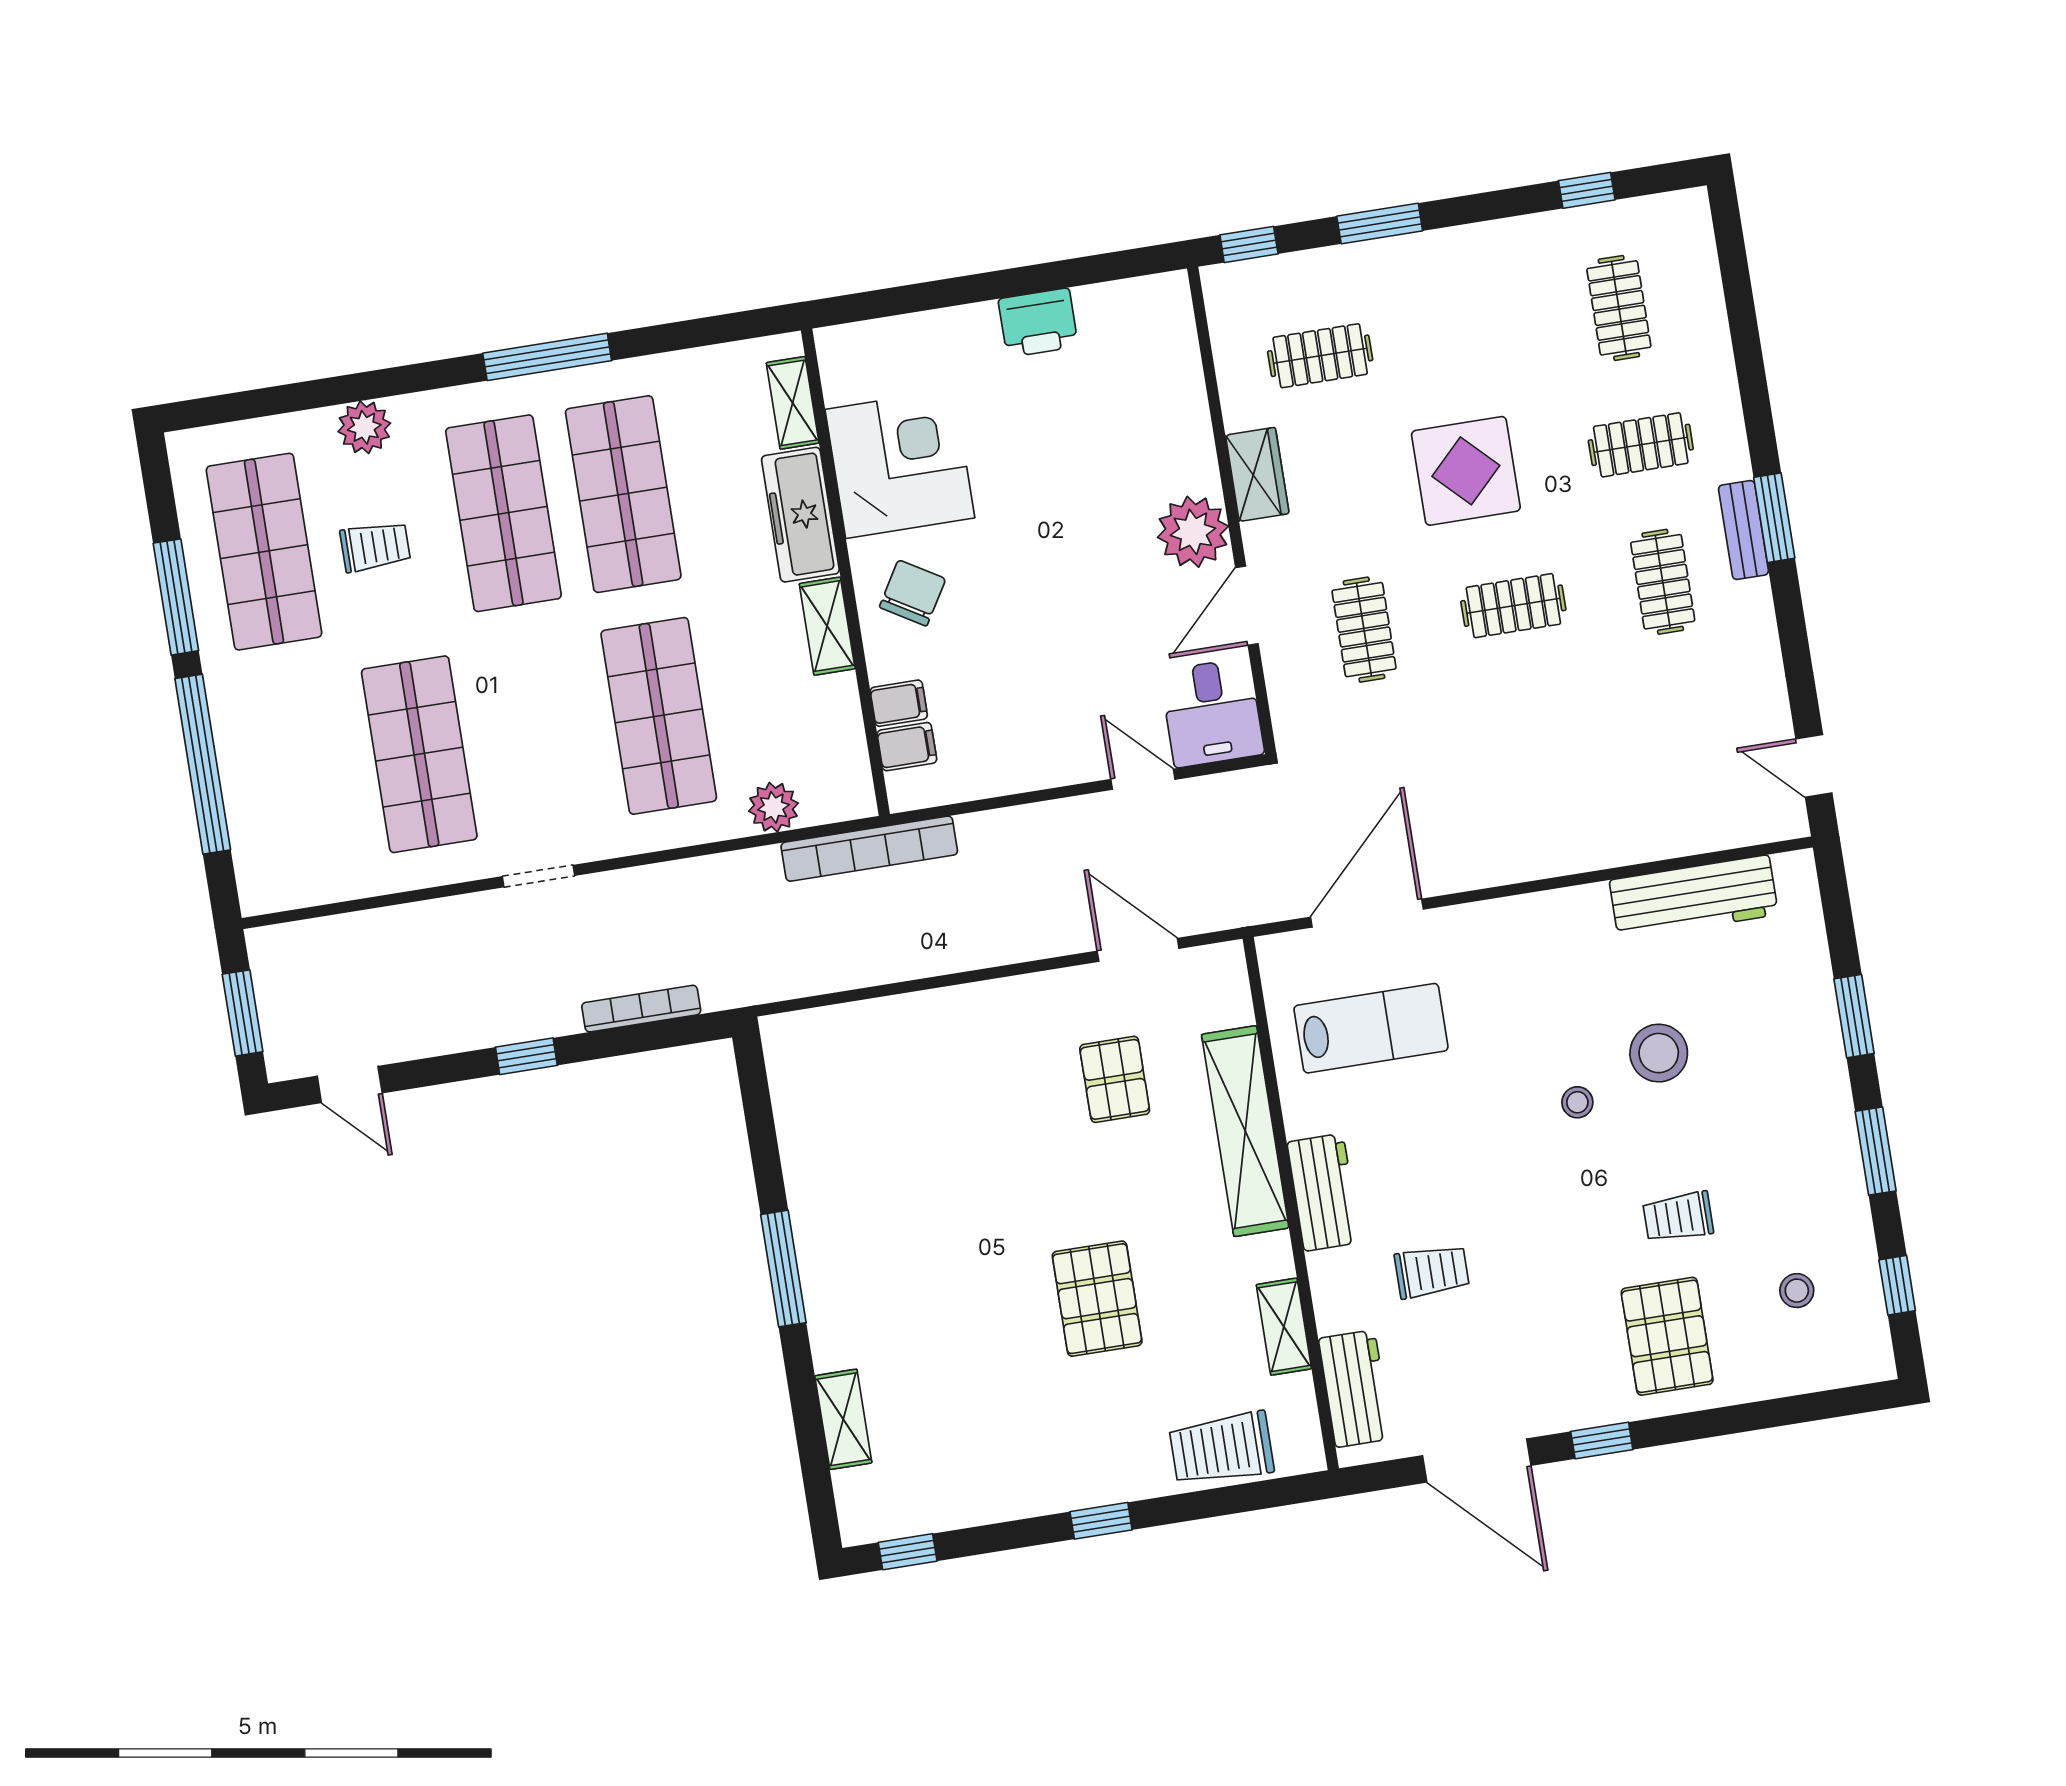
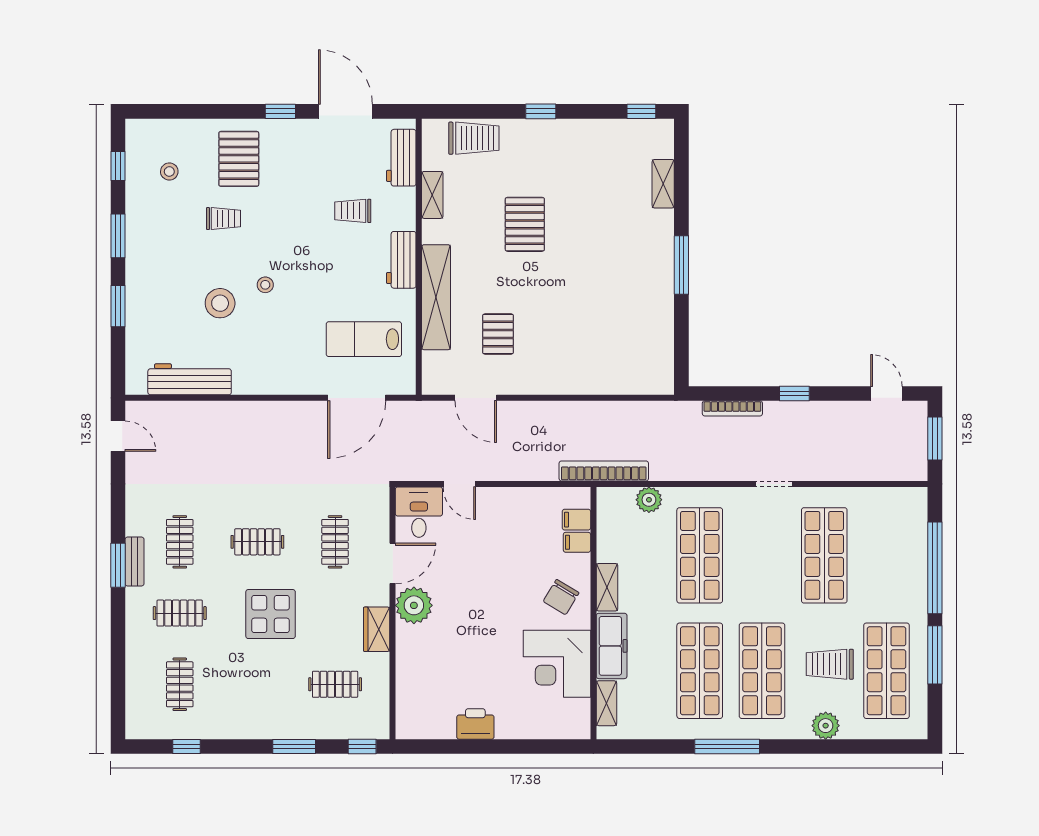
trolley: (375, 547) -> (830, 664), width x1.36, depth x1.39

